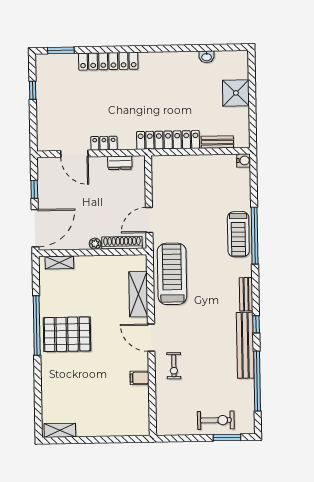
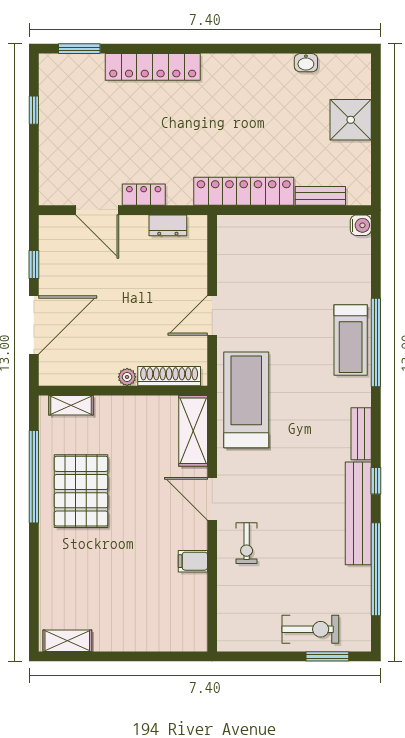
shoe rack: (122, 243) -> (169, 376), moved
plant: (95, 244) -> (127, 377), moved
wall: (93, 252) -> (123, 391), moved
shelving: (59, 262) -> (71, 405), moved
pallet: (67, 334) -> (81, 491), turned 90

